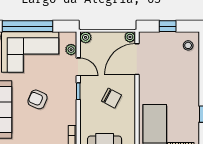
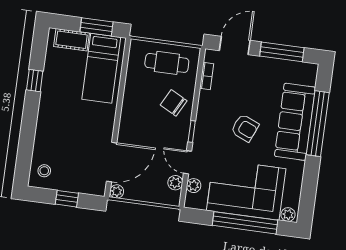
plant: (86, 37) -> (175, 183), moved
chair: (111, 98) -> (174, 103), moved

